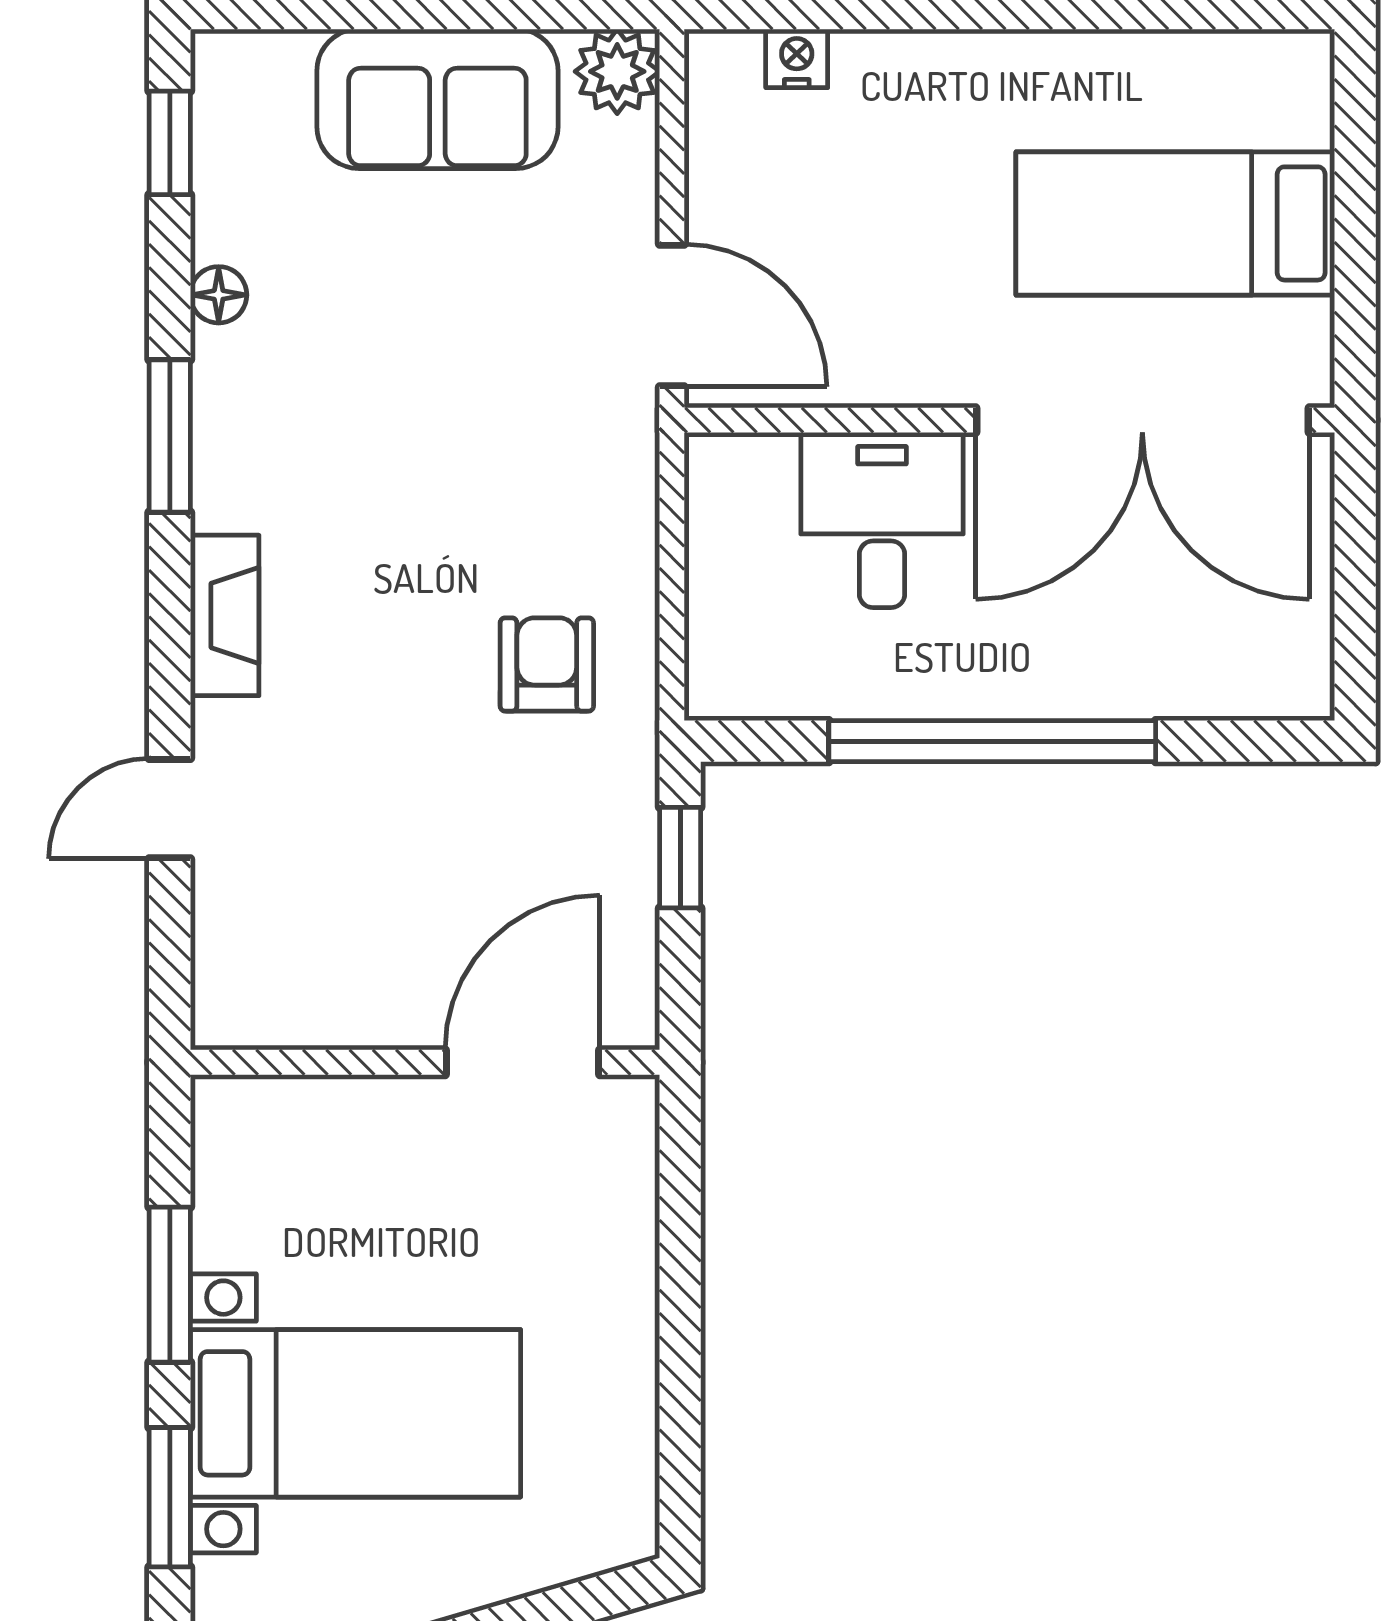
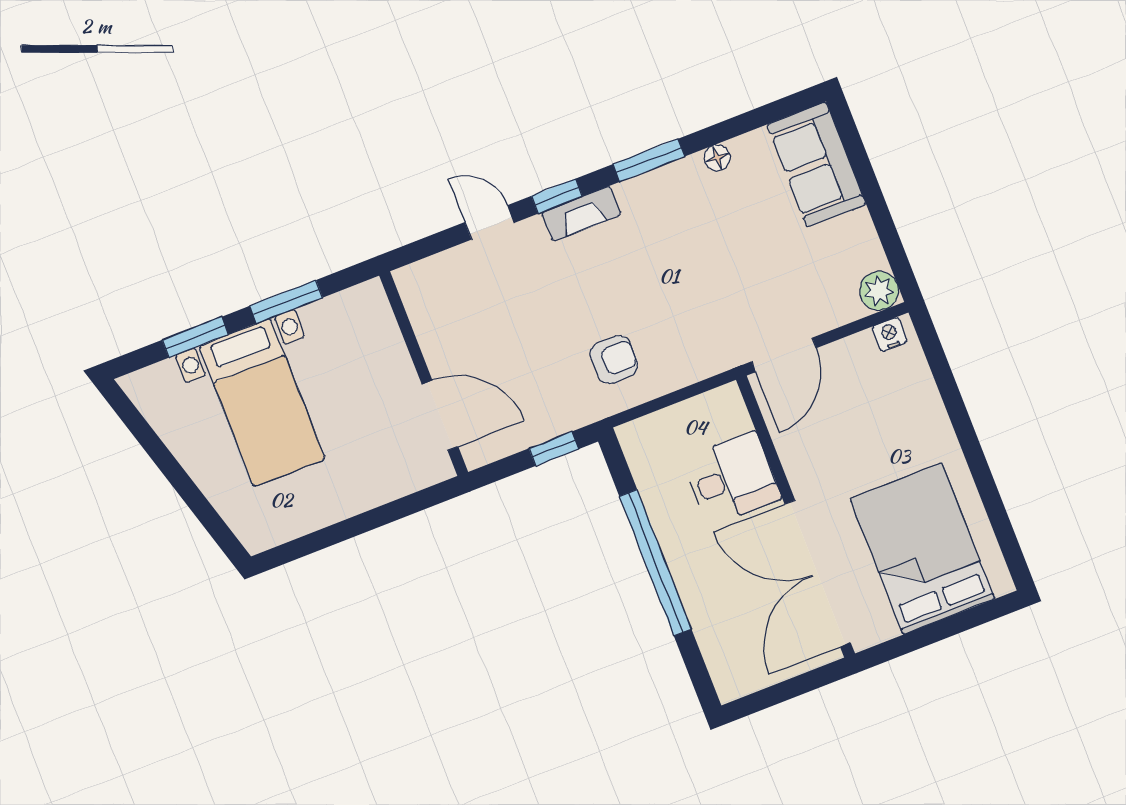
nightstand: (797, 58) -> (890, 334), moved, turned -90
sofa: (437, 99) -> (816, 164), moved
window: (170, 143) -> (557, 196), moved
bed: (1175, 223) -> (922, 549), width x1.50

